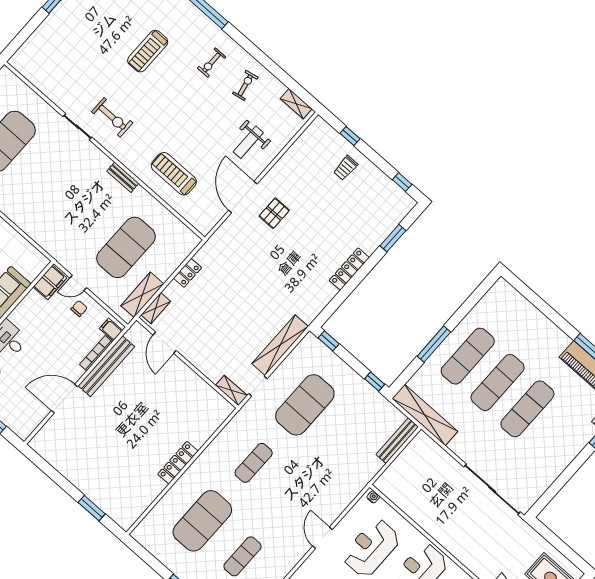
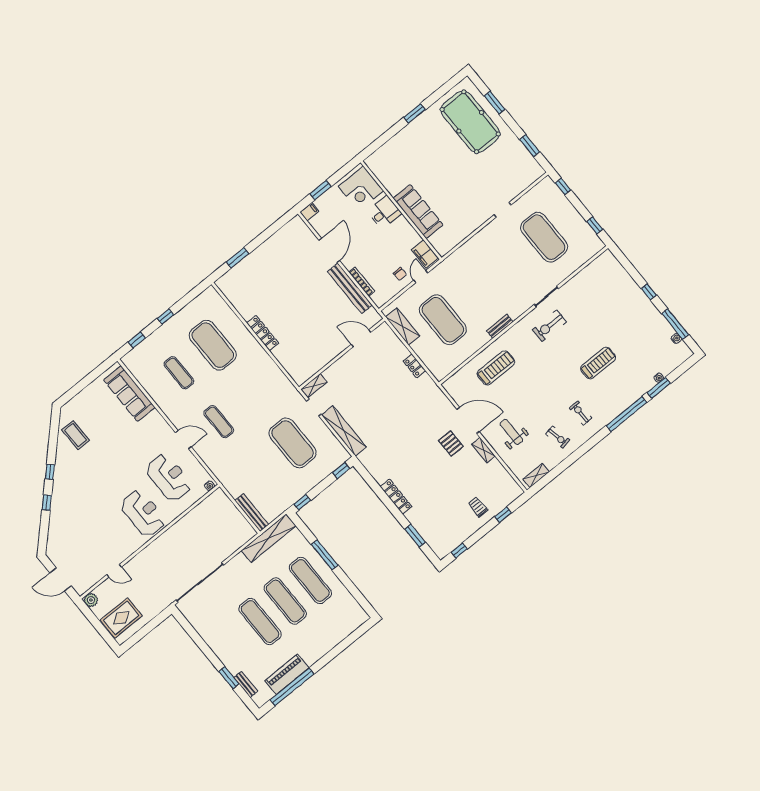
treadmill: (148, 51) -> (598, 363), turned 90
shelving: (156, 308) -> (484, 450), moved
filing cabinet: (111, 330) -> (309, 212), moved
exercise mat: (254, 463) -> (219, 422), moved

